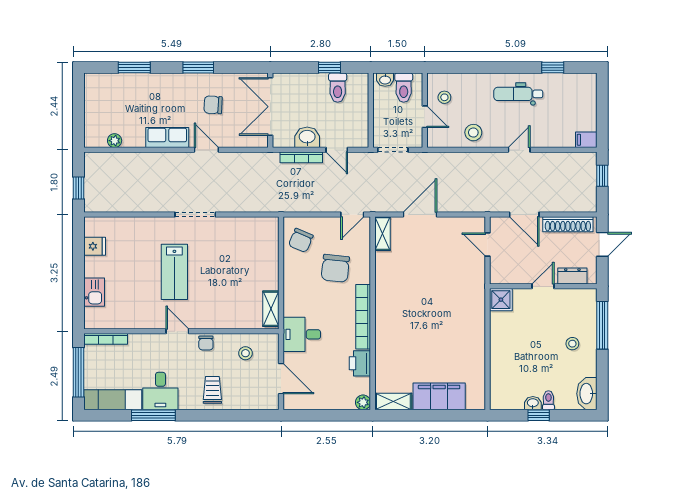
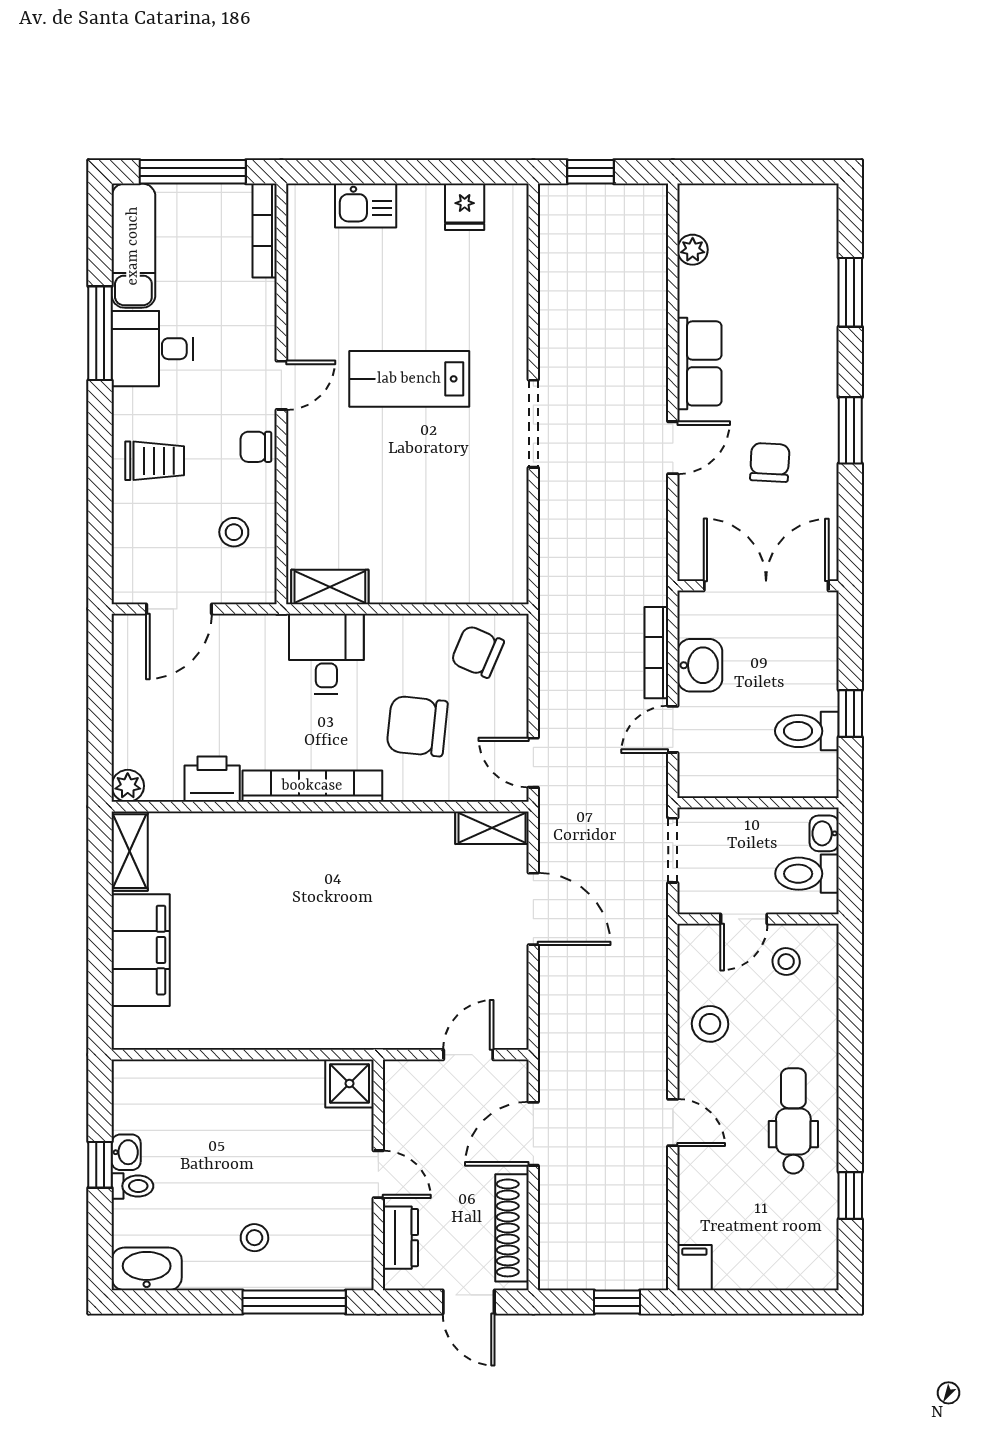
desk: (302, 334) -> (326, 654), moved

